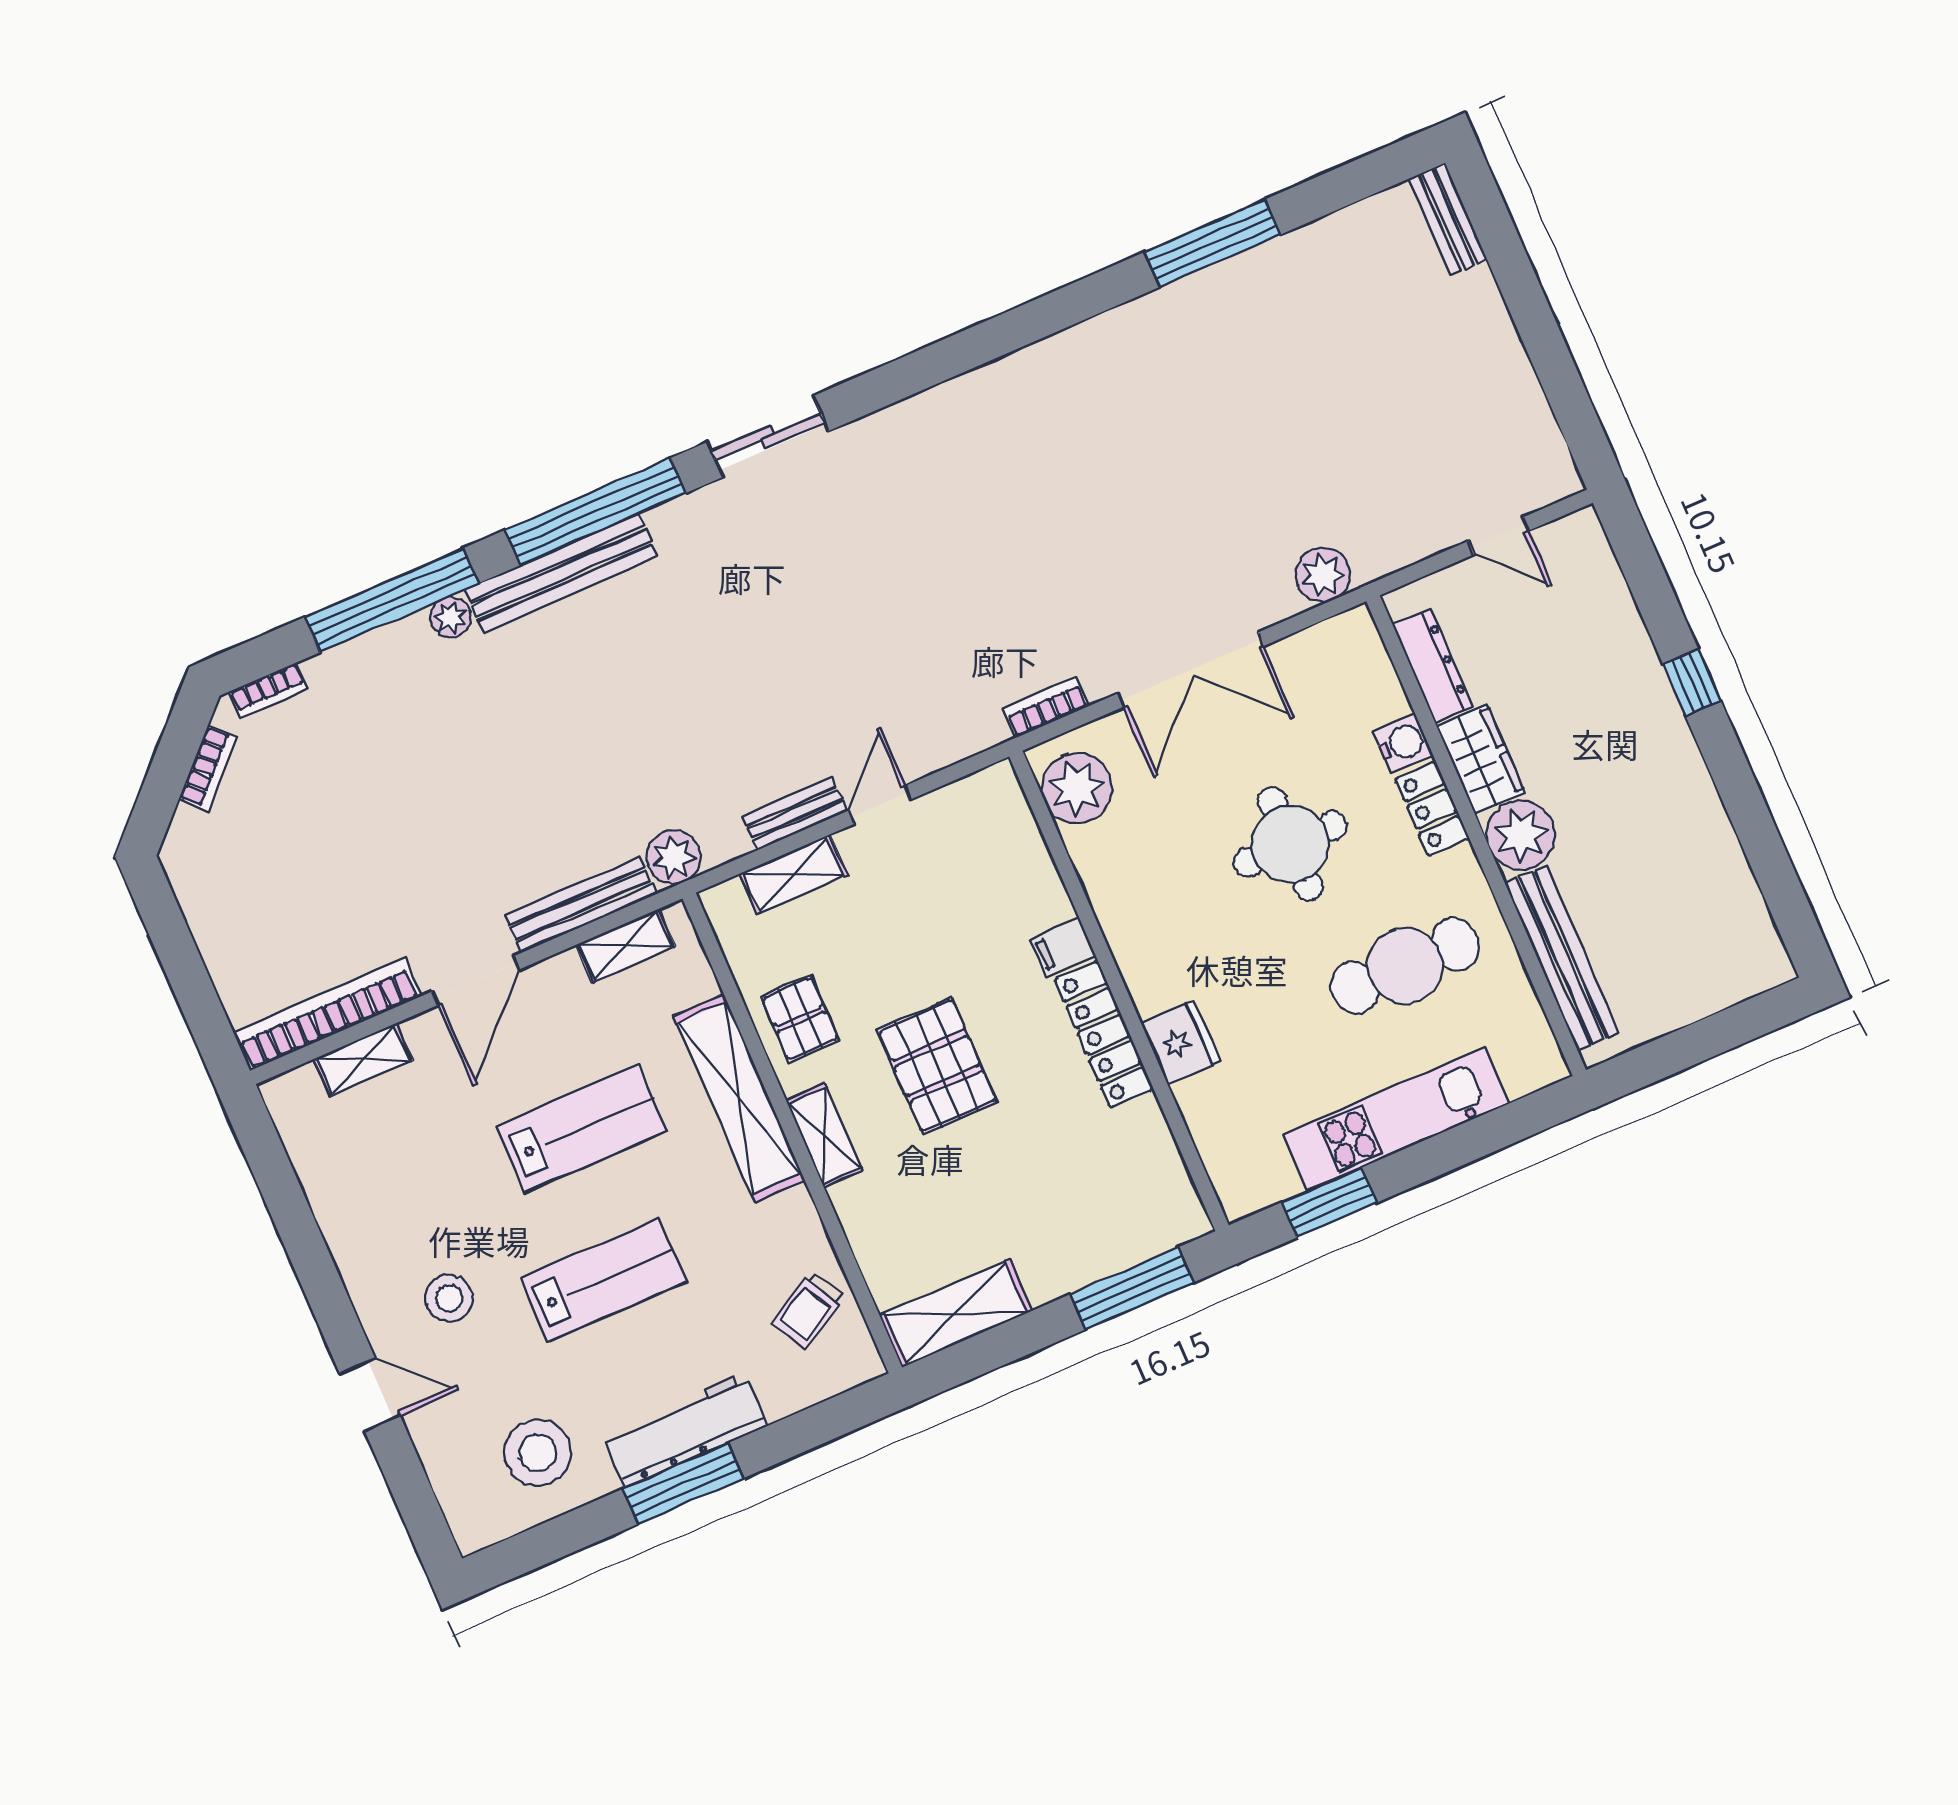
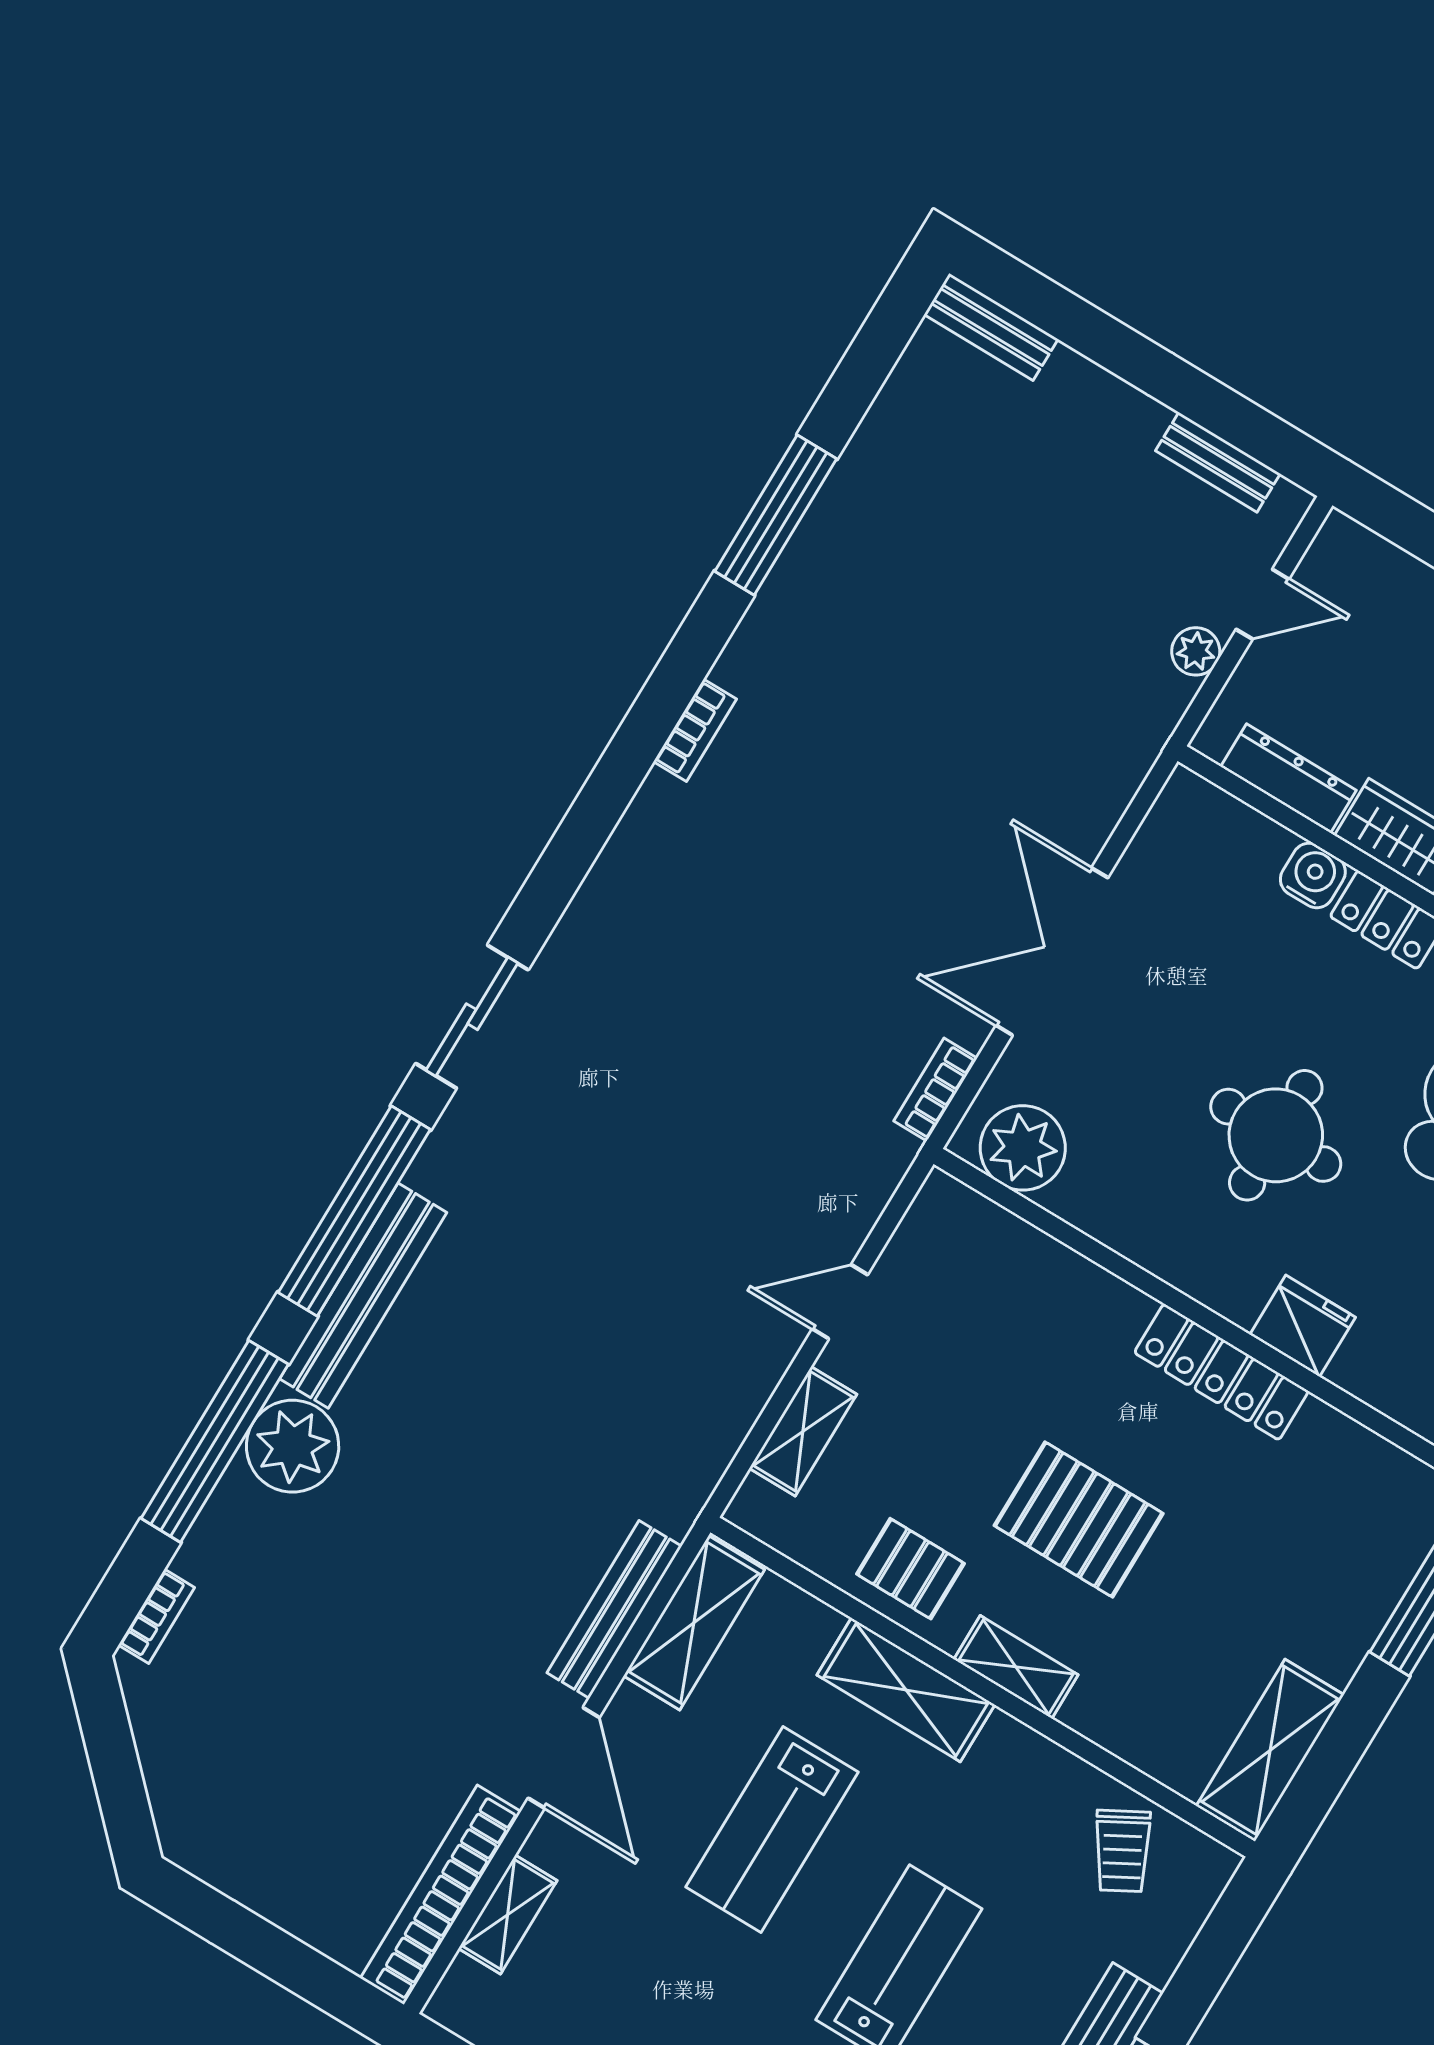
plant: (1323, 575) -> (1196, 651), moved, width x0.73, depth x0.73
plant: (451, 617) -> (293, 1446), width x1.88, depth x1.88
double door: (1190, 670) -> (1052, 952), swing flipped
bookcase: (208, 768) -> (695, 730), moved, turned 45
door: (880, 805) -> (840, 1302), hinge flipped
bench: (794, 814) -> (1218, 462), moved, turned 90
round table: (1290, 844) -> (1276, 1135), moved
plant: (674, 857) -> (673, 1498), removed
shelving: (625, 945) -> (694, 1623), width x1.50, depth x1.33
filing cabinet: (1063, 947) -> (1120, 1315), removed
shelving: (739, 1098) -> (906, 1690), width x0.68
lab bench: (582, 1128) -> (772, 1829), turned 180

